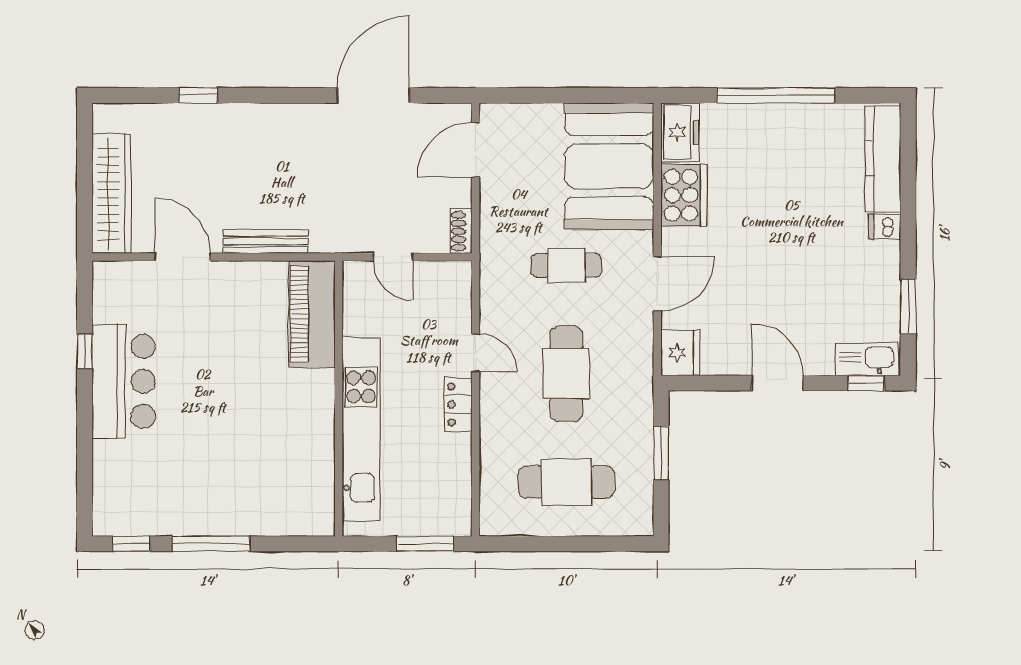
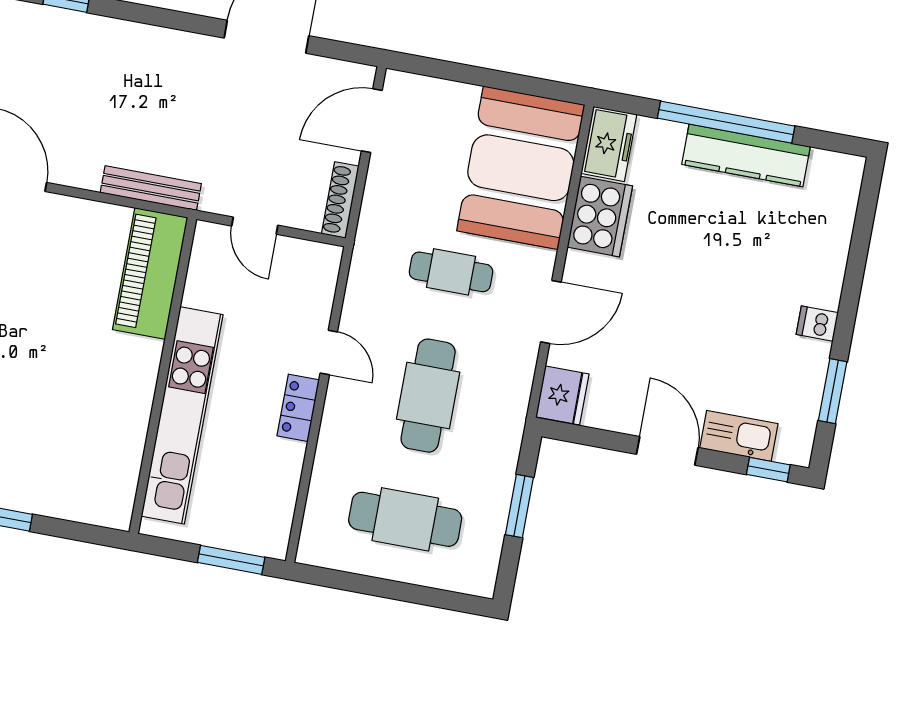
kitchen counter: (883, 159) -> (746, 155), moved, turned -90
dishwasher: (885, 227) -> (817, 324), moved
shoe rack: (461, 231) -> (340, 200), width x1.43
bench: (265, 242) -> (151, 188), moved
kitchen sink: (867, 359) -> (739, 436), moved

